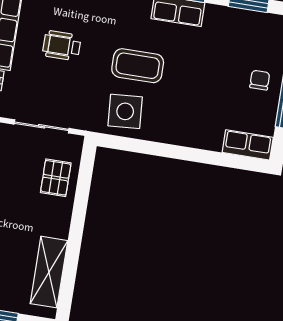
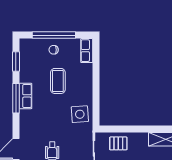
coffee table: (138, 66) -> (58, 81), moved

